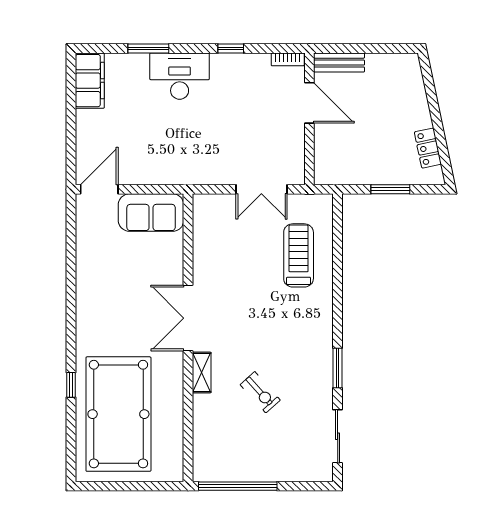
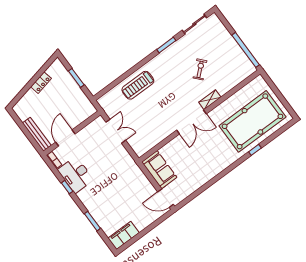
bench: (339, 63) -> (37, 134), width x1.36
desk: (180, 76) -> (76, 175), moved
locker: (428, 148) -> (41, 83), moved
treadmill: (299, 255) -> (138, 85), moved

